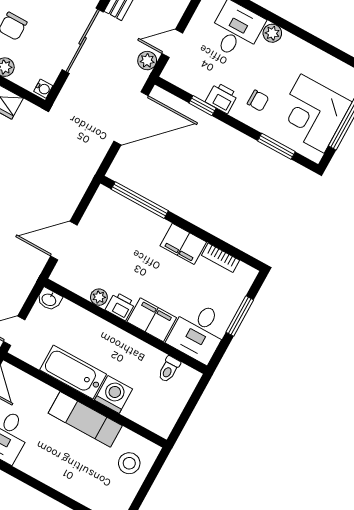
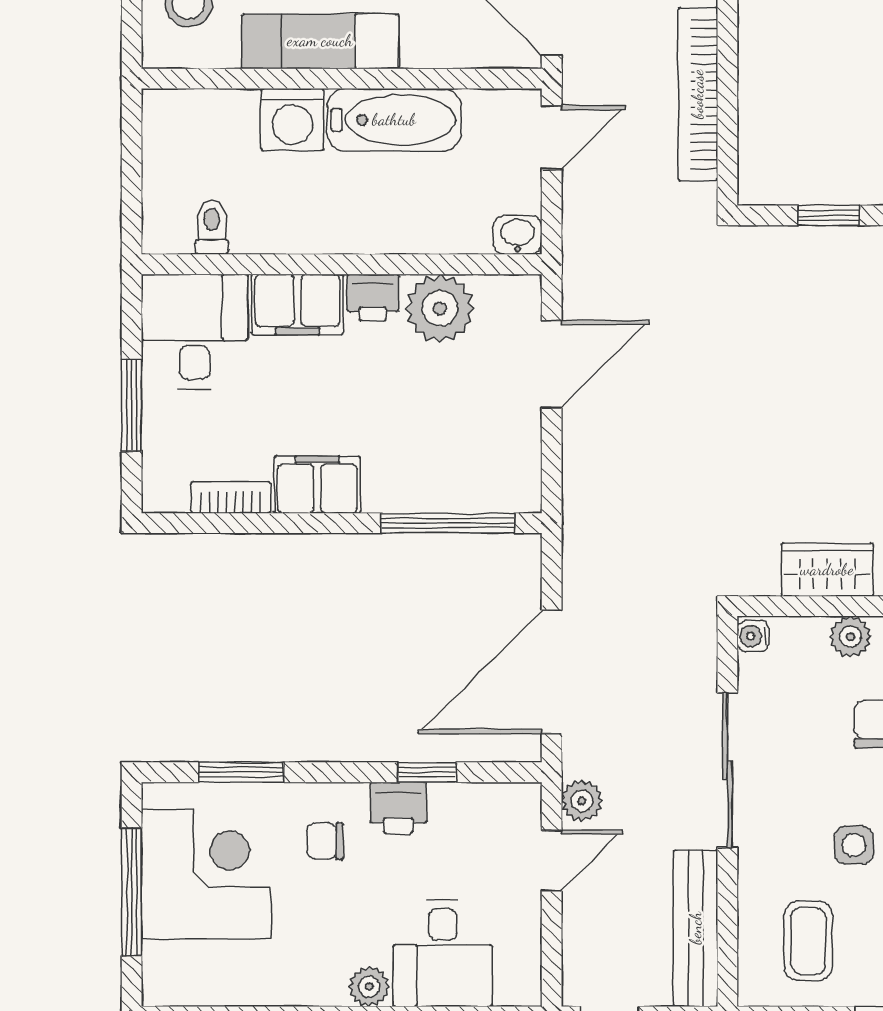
plant: (99, 297) -> (440, 308), width x1.88, depth x1.88

